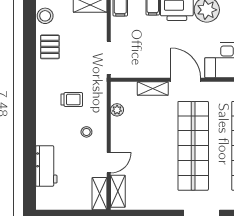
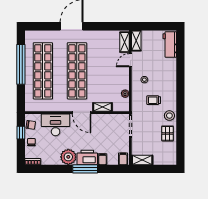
stool: (45, 16) -> (169, 116), moved
workbench: (46, 166) -> (170, 45), moved

